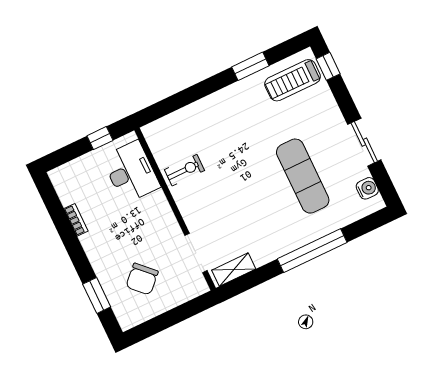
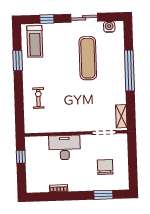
window: (328, 66) -> (47, 19), moved
exercise bike: (185, 170) -> (38, 98), moved
desk: (131, 172) -> (65, 148), moved
exercise mat: (303, 176) -> (88, 58), turned 90
chair: (142, 279) -> (105, 167), turned -135

